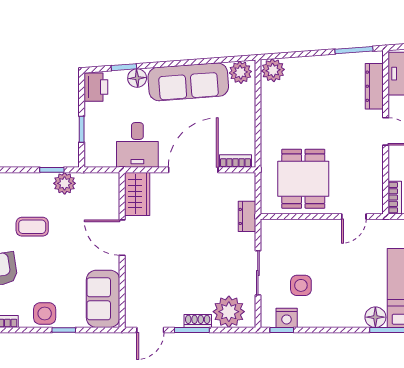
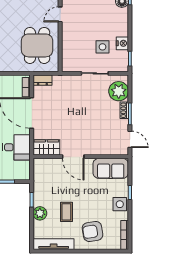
dining table: (303, 179) -> (37, 45), turned 90
plant: (65, 183) -> (40, 213), moved
dresser: (247, 216) -> (42, 80), moved
door: (354, 216) -> (60, 14), swing flipped
door: (122, 238) -> (73, 157), hinge flipped
nightstand: (287, 318) -> (122, 43), moved

